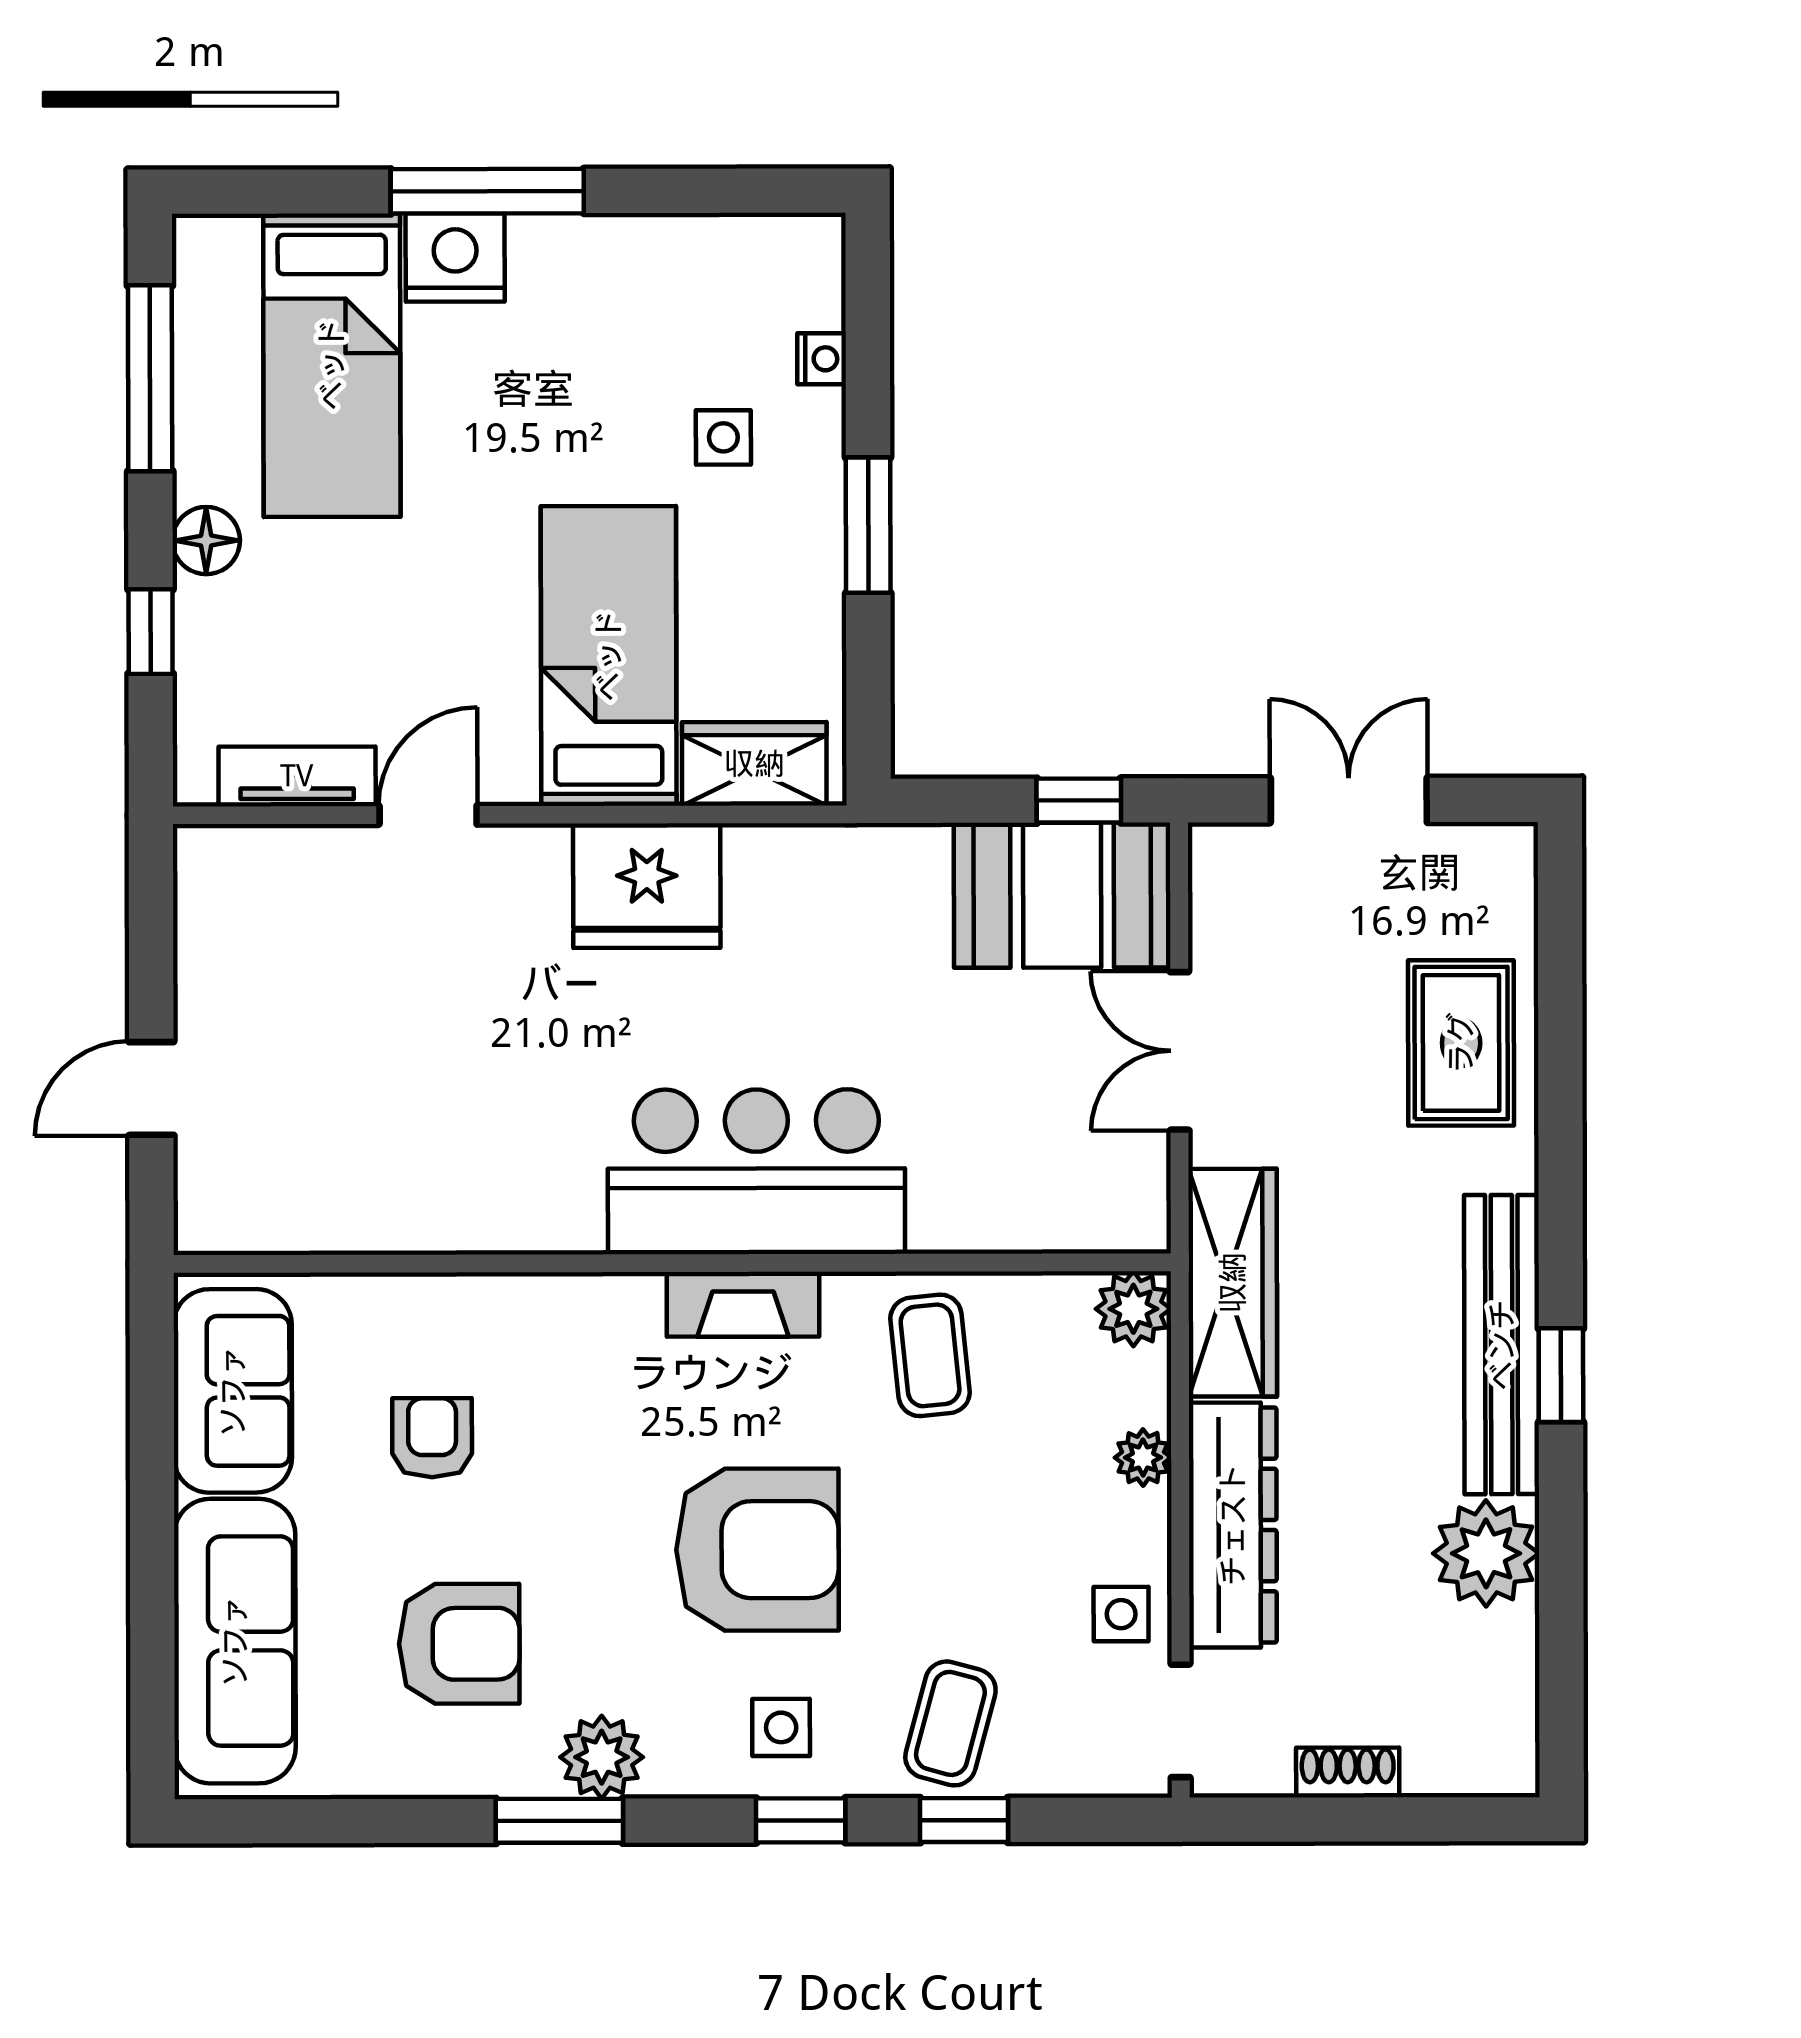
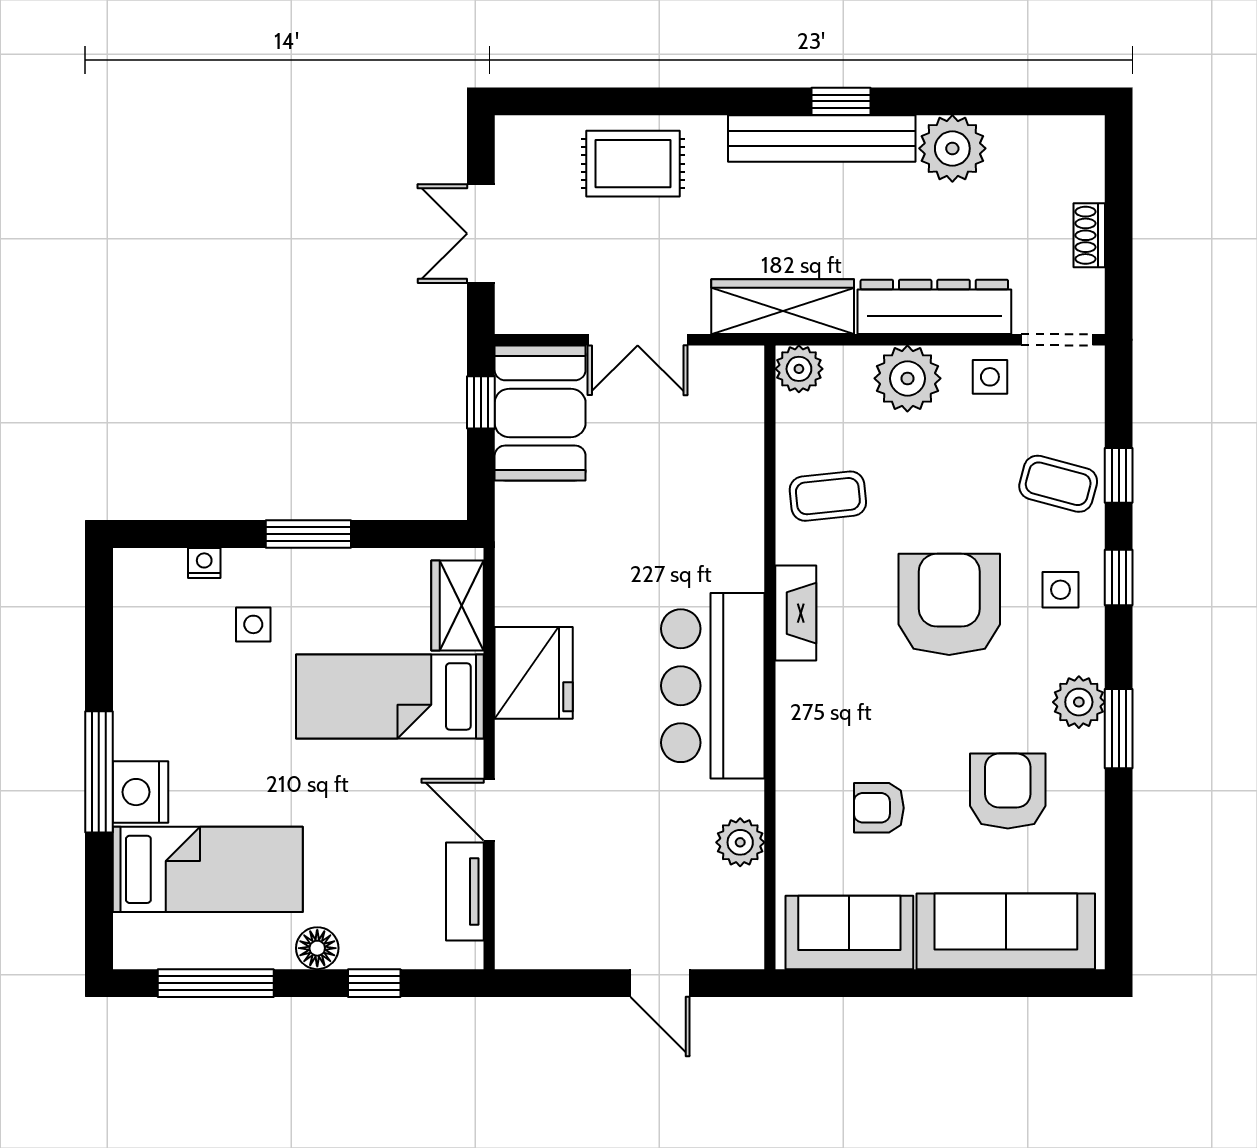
bar counter: (756, 1172) -> (713, 686), moved
plant: (376, 1216) -> (740, 842), added
plant: (1143, 1458) -> (907, 378), width x1.88, depth x1.88

